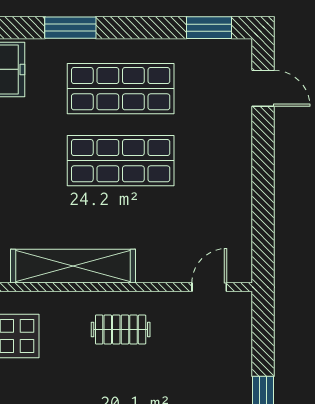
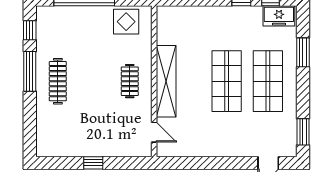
shelving: (73, 266) -> (166, 81), moved

